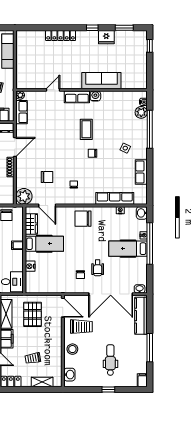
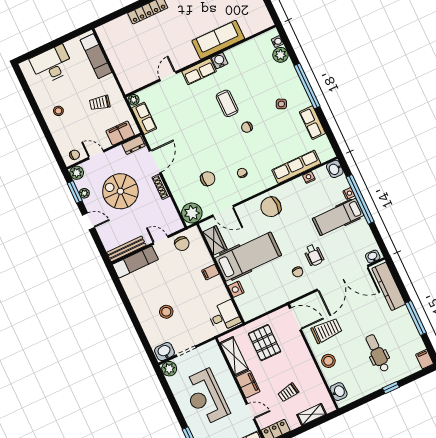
window: (150, 129) -> (307, 86), moved
hospital bed: (44, 244) -> (248, 257), width x1.37, depth x1.29

